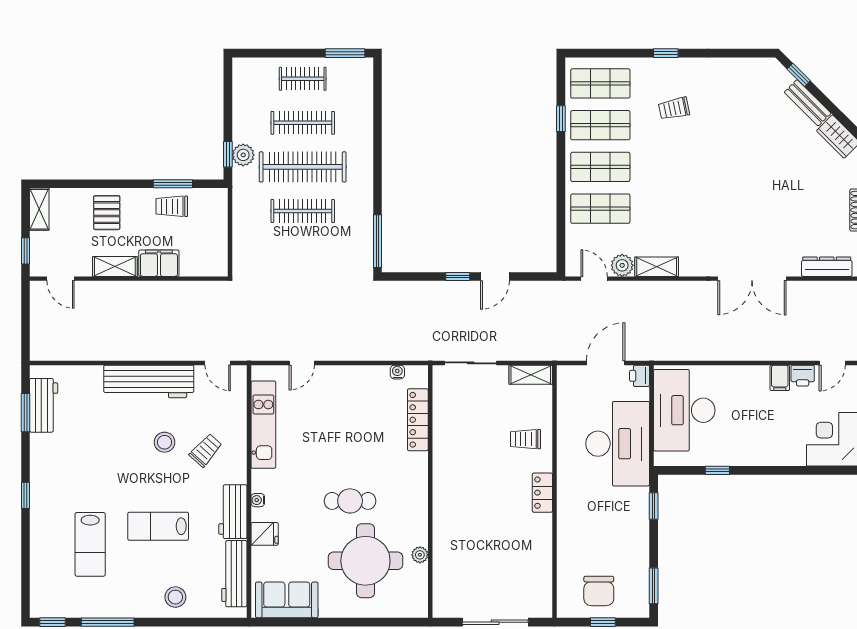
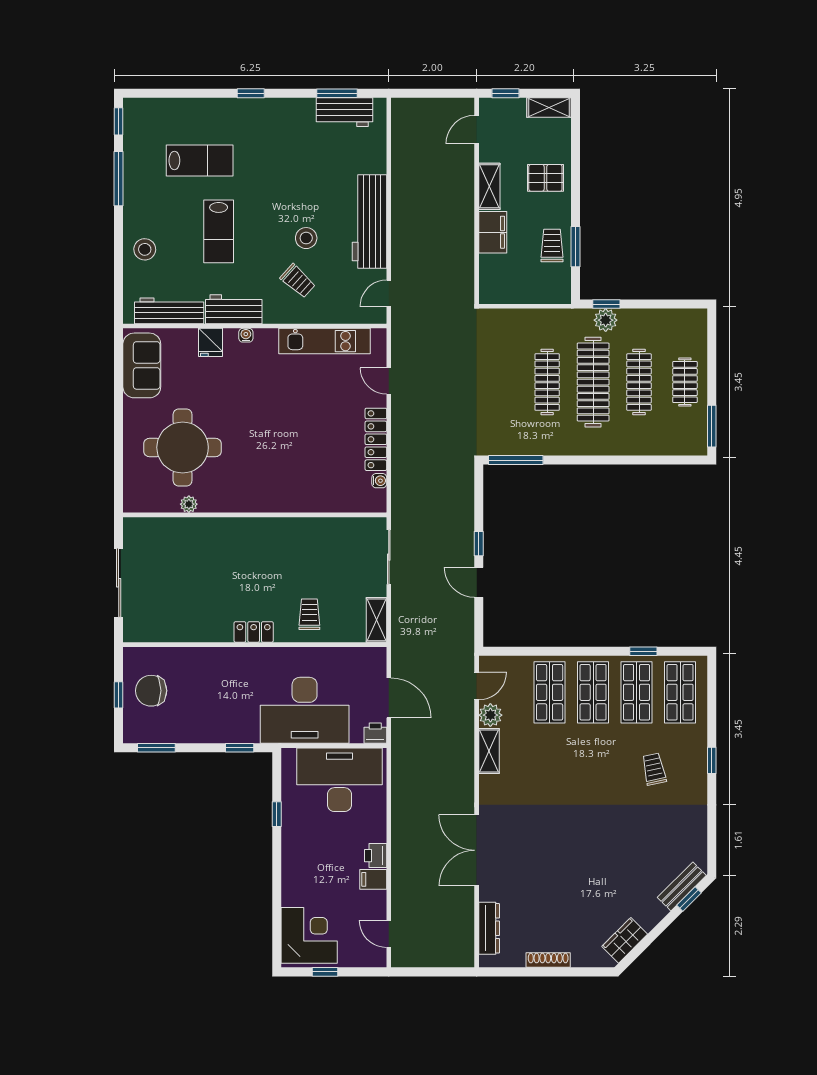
bench: (808, 103) -> (682, 886), moved
printer: (803, 376) -> (376, 856), moved
locker: (418, 420) -> (376, 439), moved, turned -90
cafe table: (350, 501) -> (245, 431), removed
lab bench: (158, 526) -> (219, 231), turned 180
lab bench: (90, 544) -> (200, 161), turned 180

